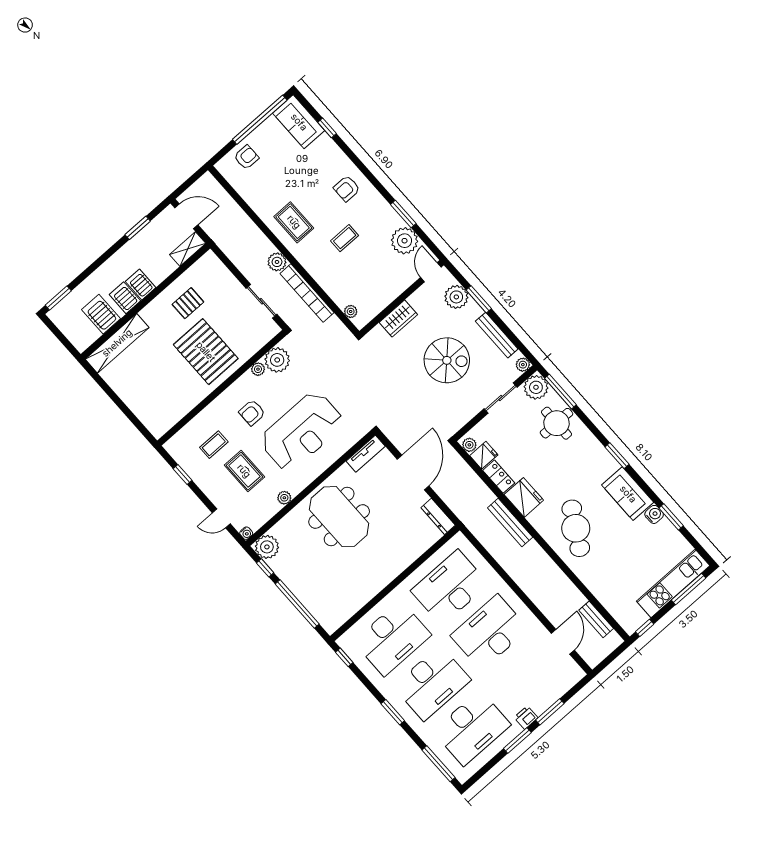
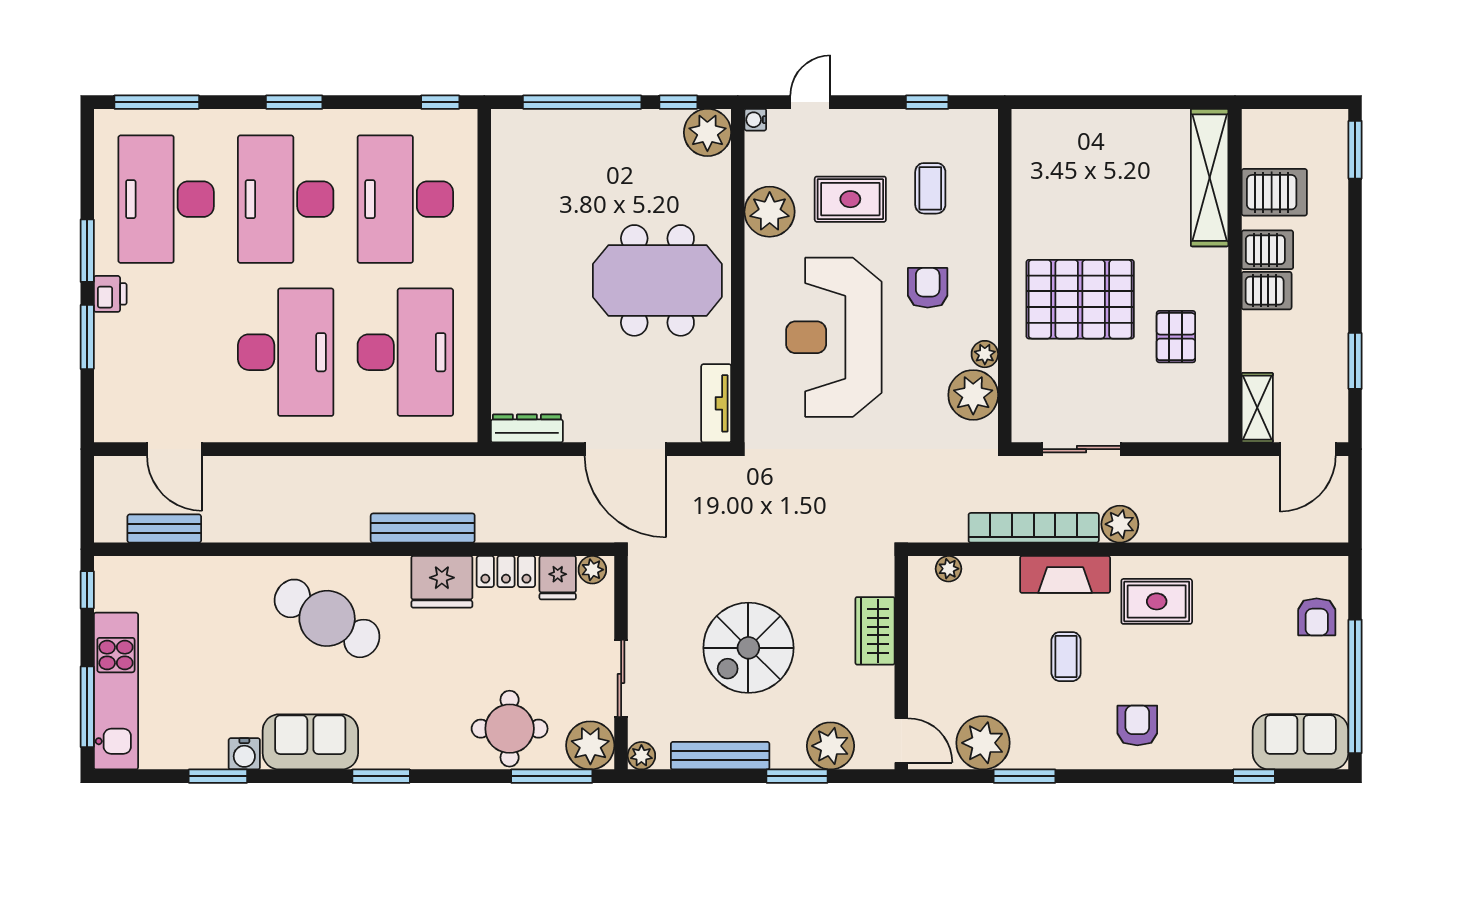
fireplace: (314, 266) -> (1065, 574), added
plant: (284, 498) -> (770, 212), width x1.87, depth x1.87

